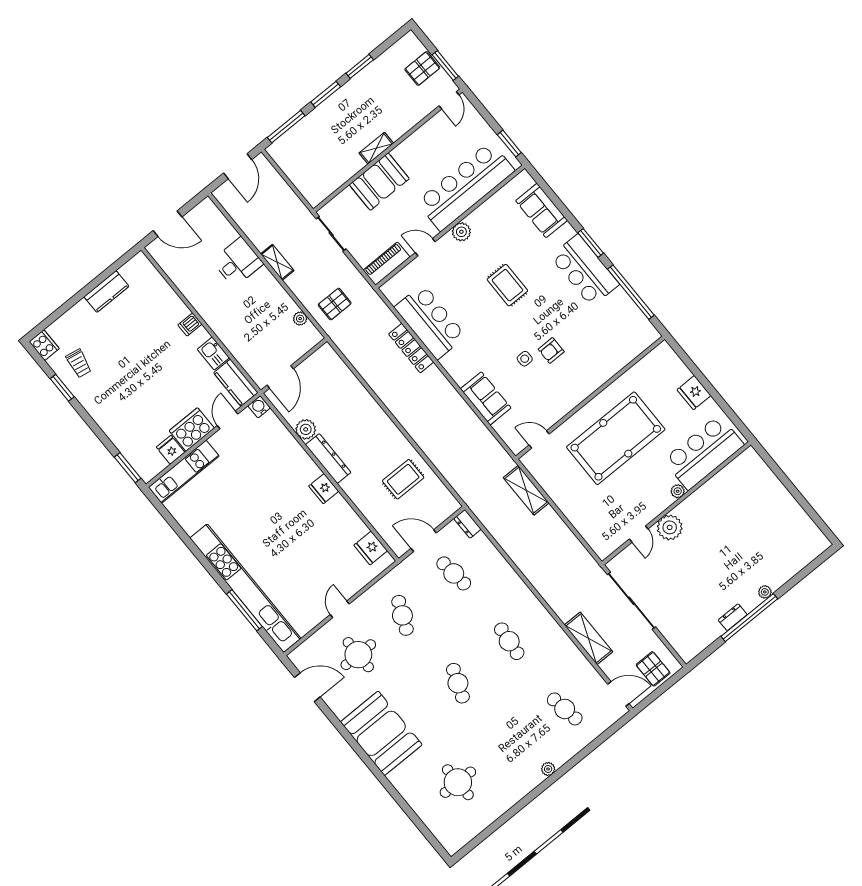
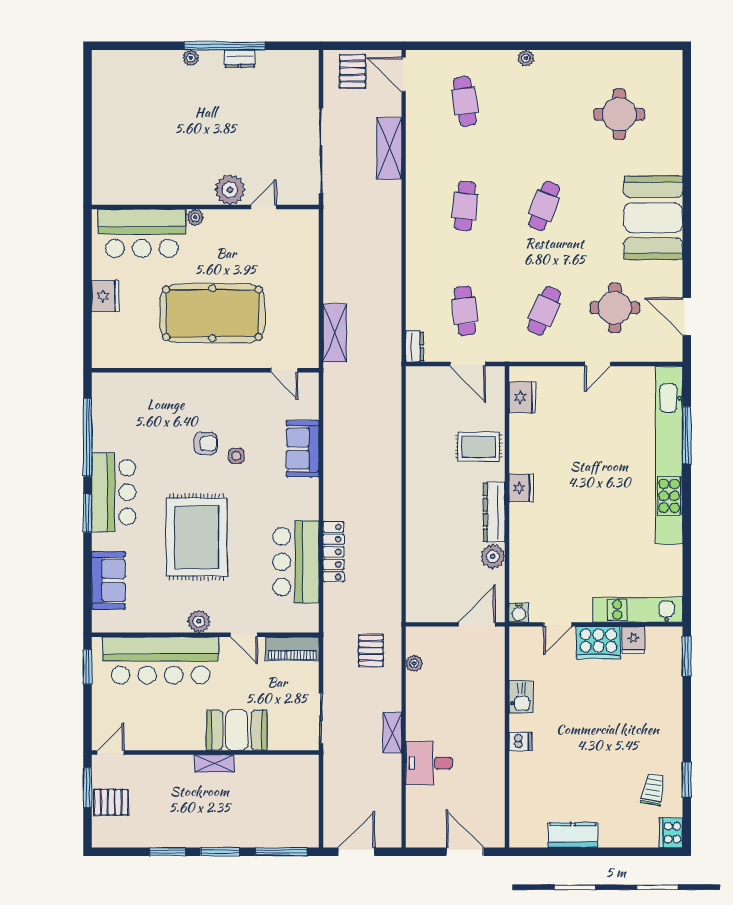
rug: (507, 285) -> (197, 537), width x1.86, depth x2.06
pallet: (335, 304) -> (371, 651), turned 90
kitchen counter: (236, 383) -> (522, 653), removed
rug: (403, 479) -> (478, 447), moved

